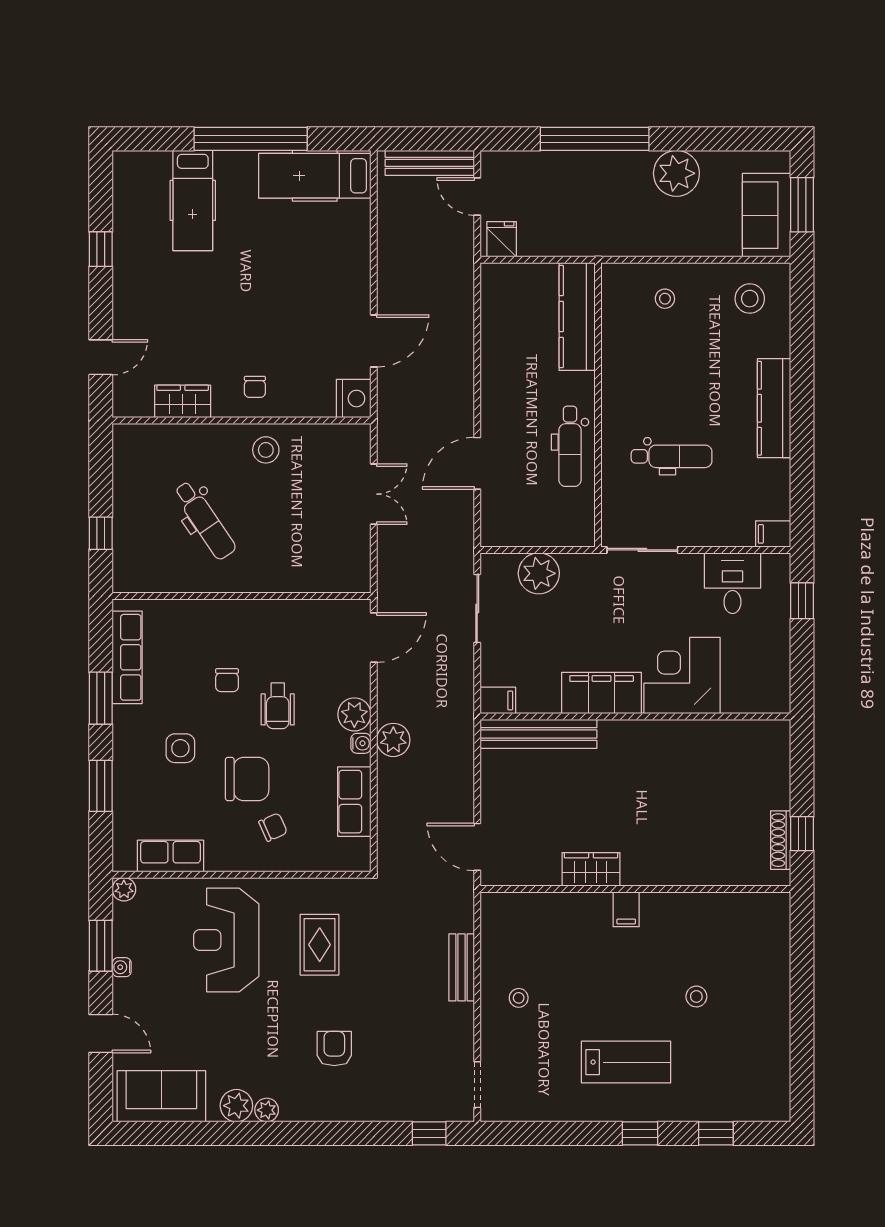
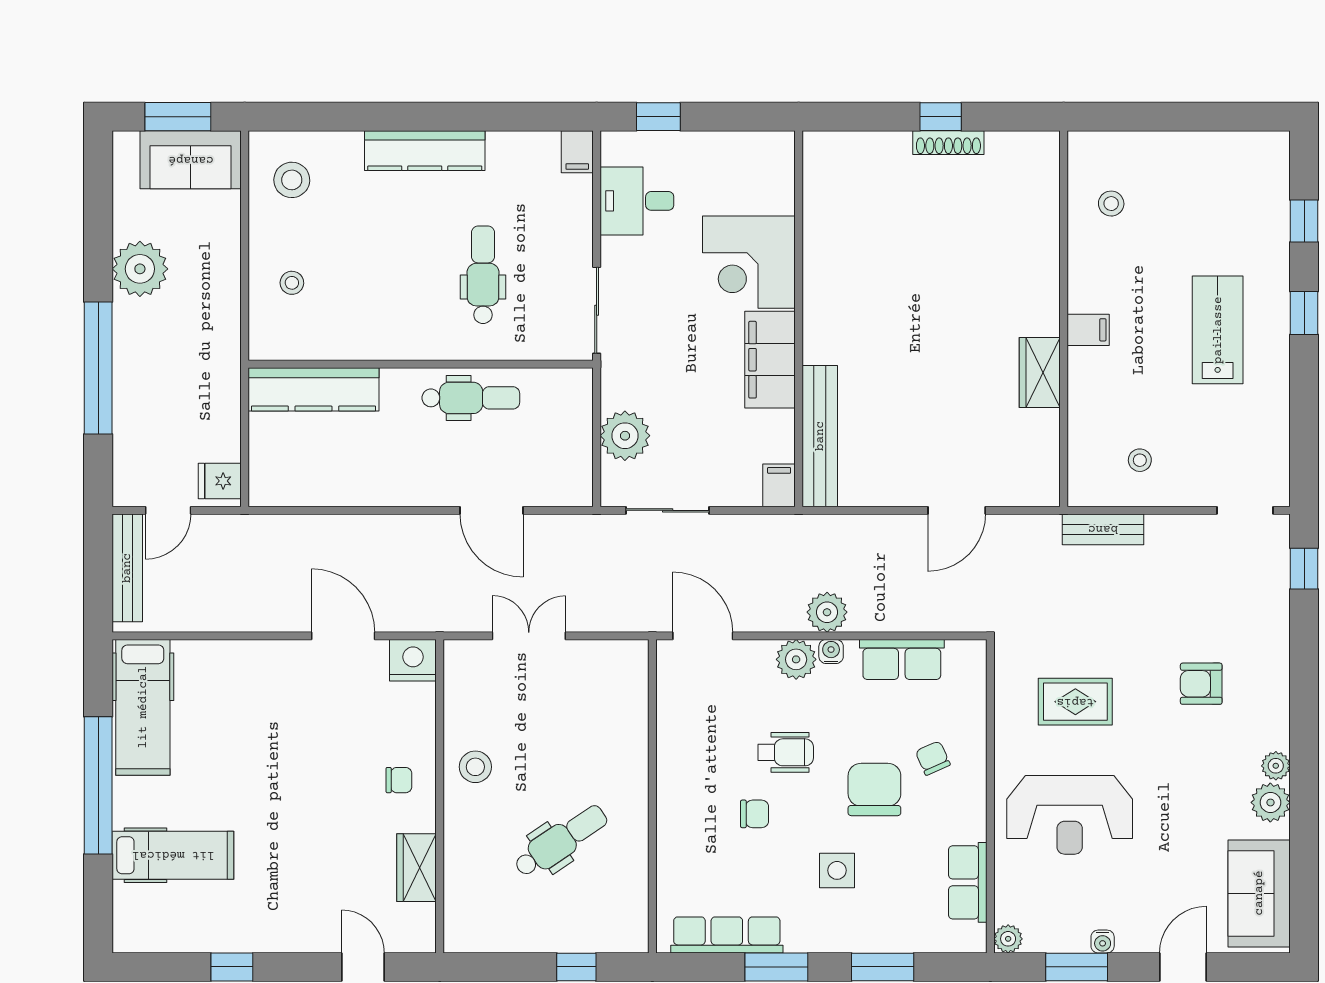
wardrobe: (591, 869) -> (1040, 373), moved
wall: (635, 889) -> (1064, 319), moved
filing cabinet: (626, 909) -> (1088, 330), moved
stool: (696, 996) -> (1111, 204), moved

